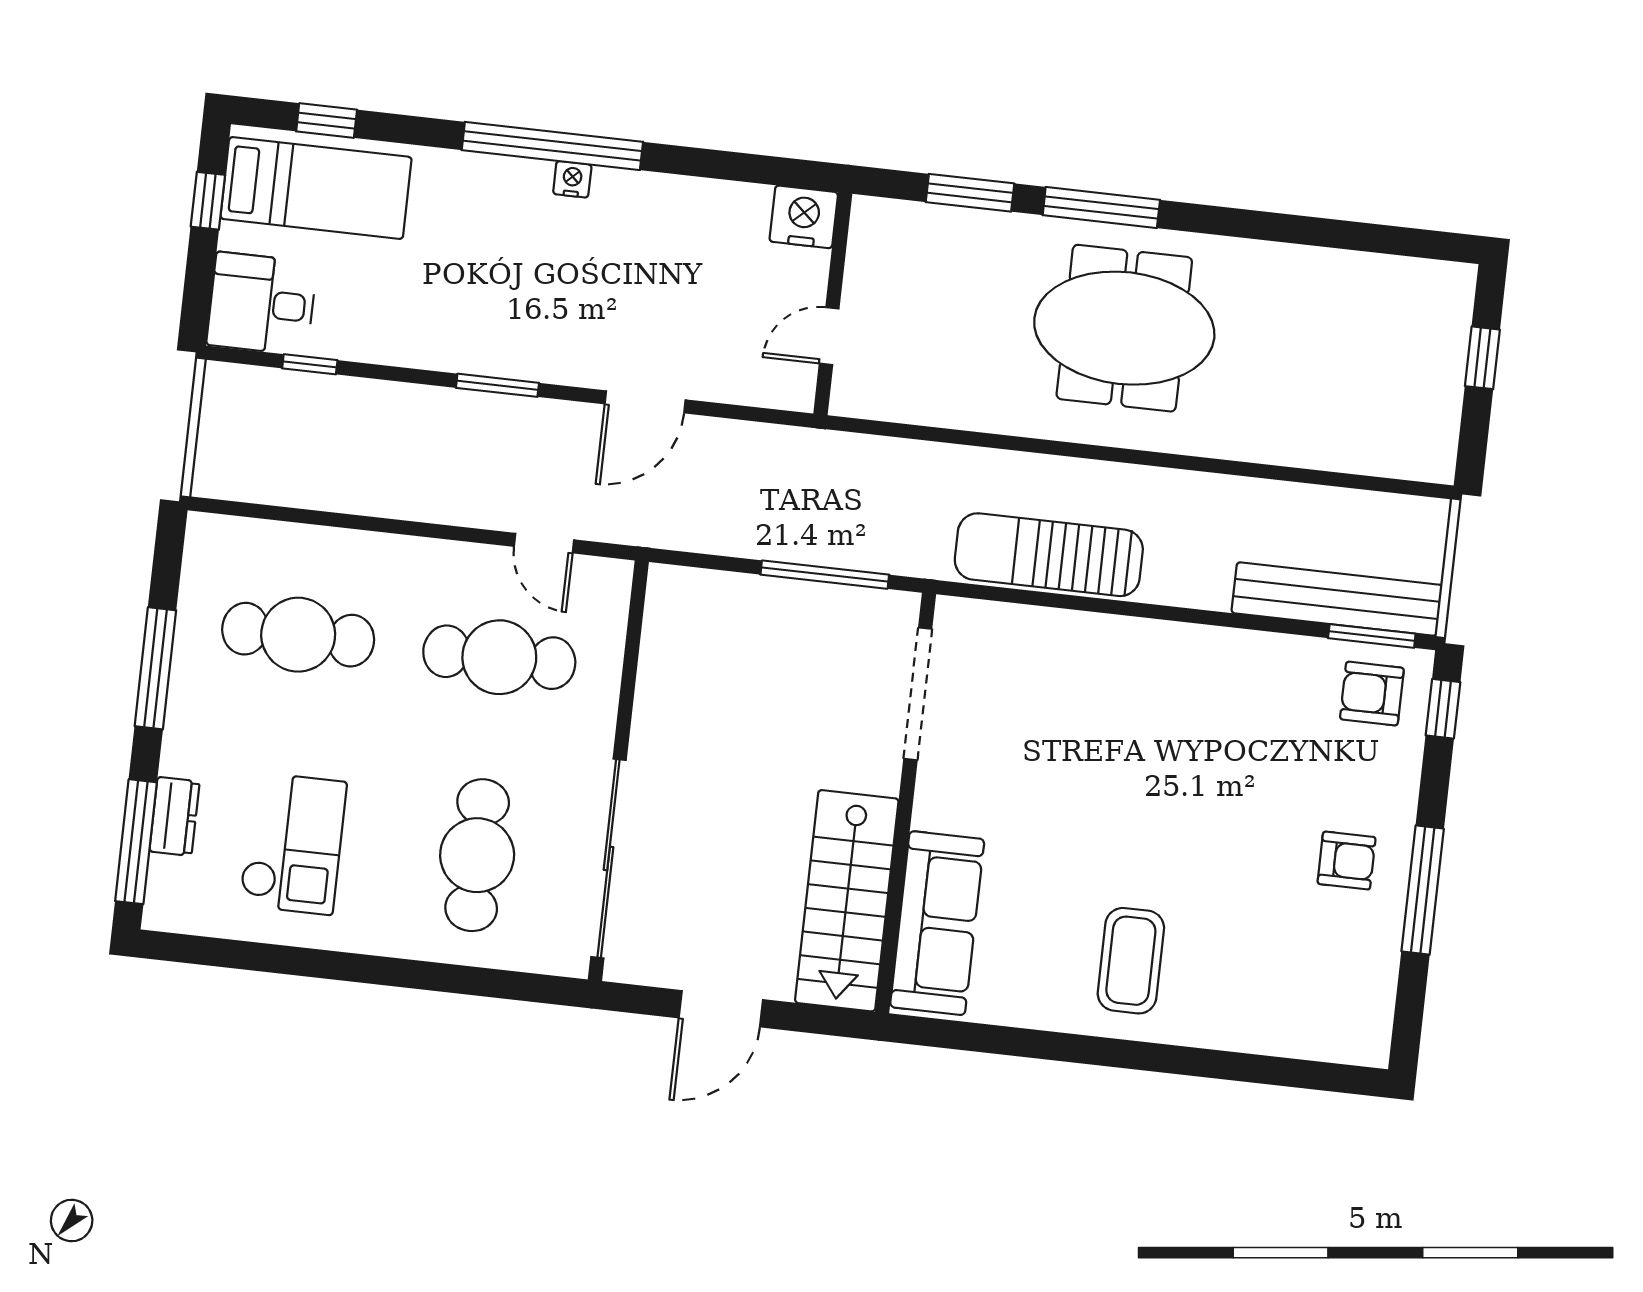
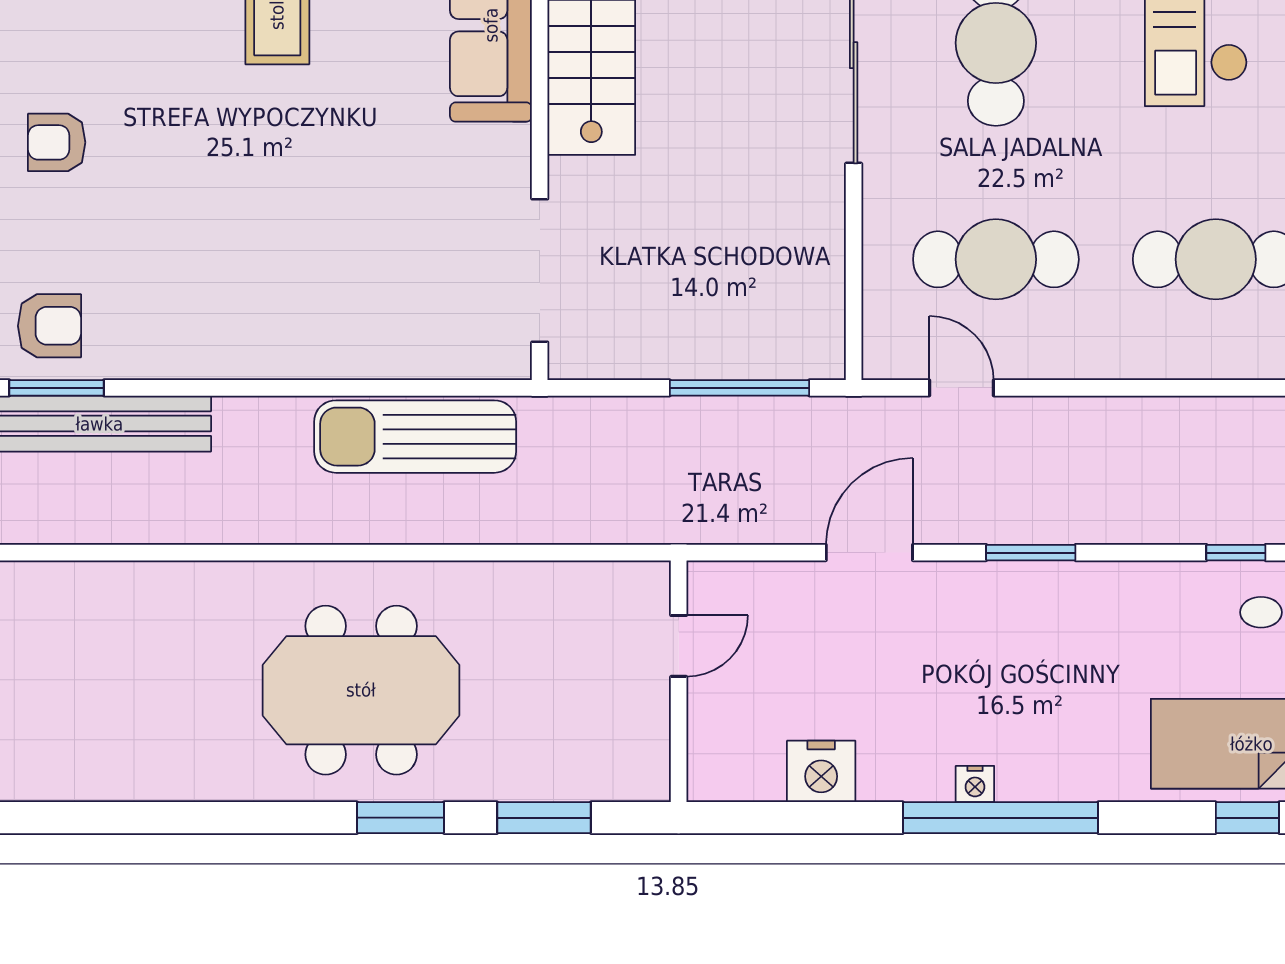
window: (1101, 208) -> (400, 818), width x0.69
nightstand: (804, 217) -> (821, 771), moved
sun lounger: (1049, 555) -> (415, 437), turned 180
window: (825, 575) -> (739, 388), moved

